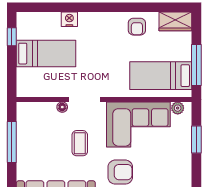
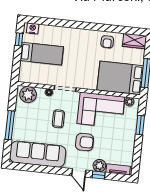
nightstand: (69, 19) -> (33, 28), moved
bed: (161, 76) -> (120, 78), width x1.50
plant: (33, 114) -> (28, 95), added
window: (12, 142) -> (10, 125), moved

